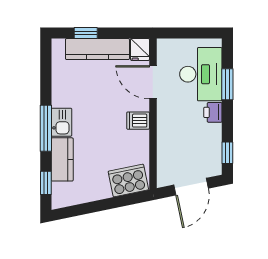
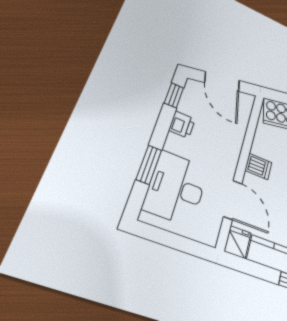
printer: (213, 112) -> (182, 125), moved
door: (191, 187) -> (222, 82), swing flipped

